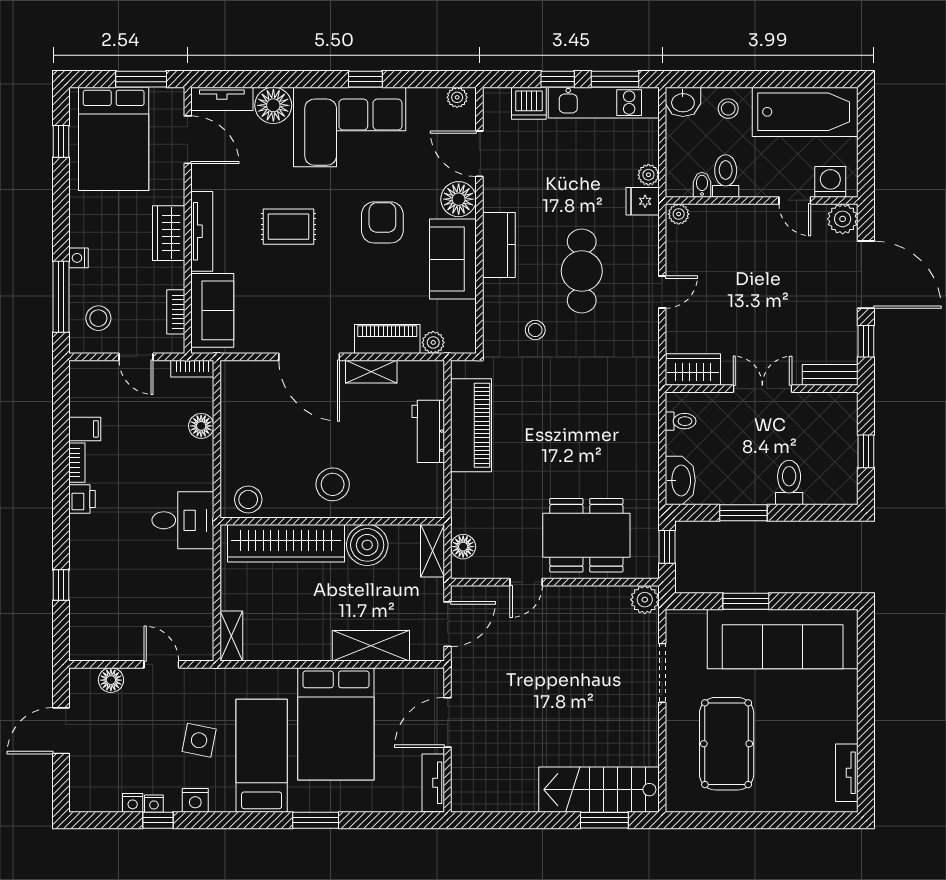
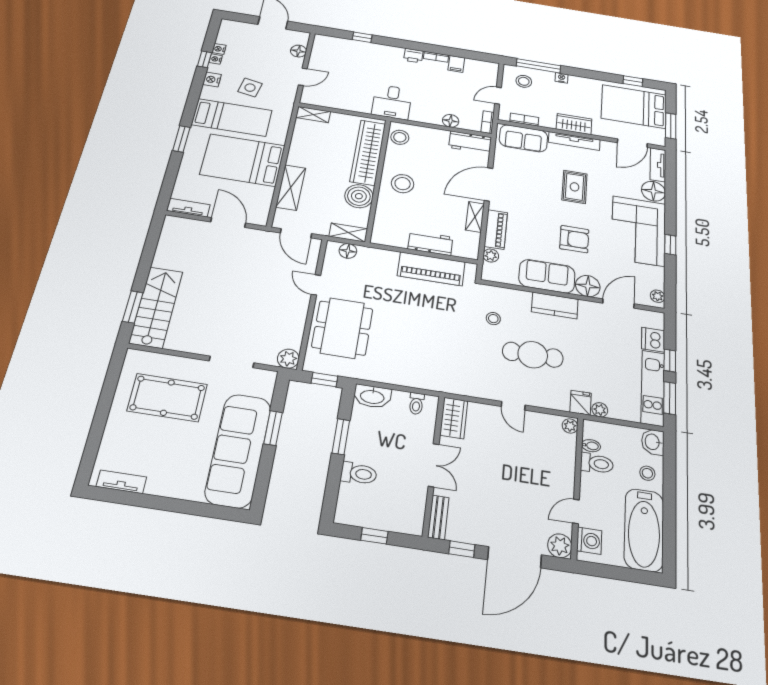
workbench: (236, 392) -> (470, 142), added

